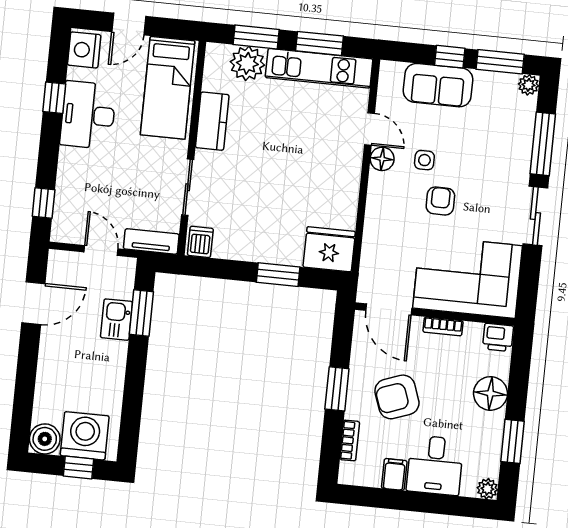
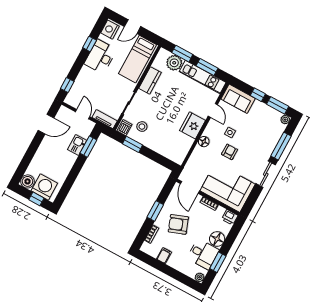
sofa: (438, 85) -> (238, 99), moved
floor lamp: (382, 159) -> (204, 142), moved
stool: (236, 224) -> (142, 127), added
fridge: (329, 249) -> (193, 125), moved, turned -90
window: (278, 275) -> (133, 144), moved
desk: (435, 465) -> (203, 254), moved, turned -90

